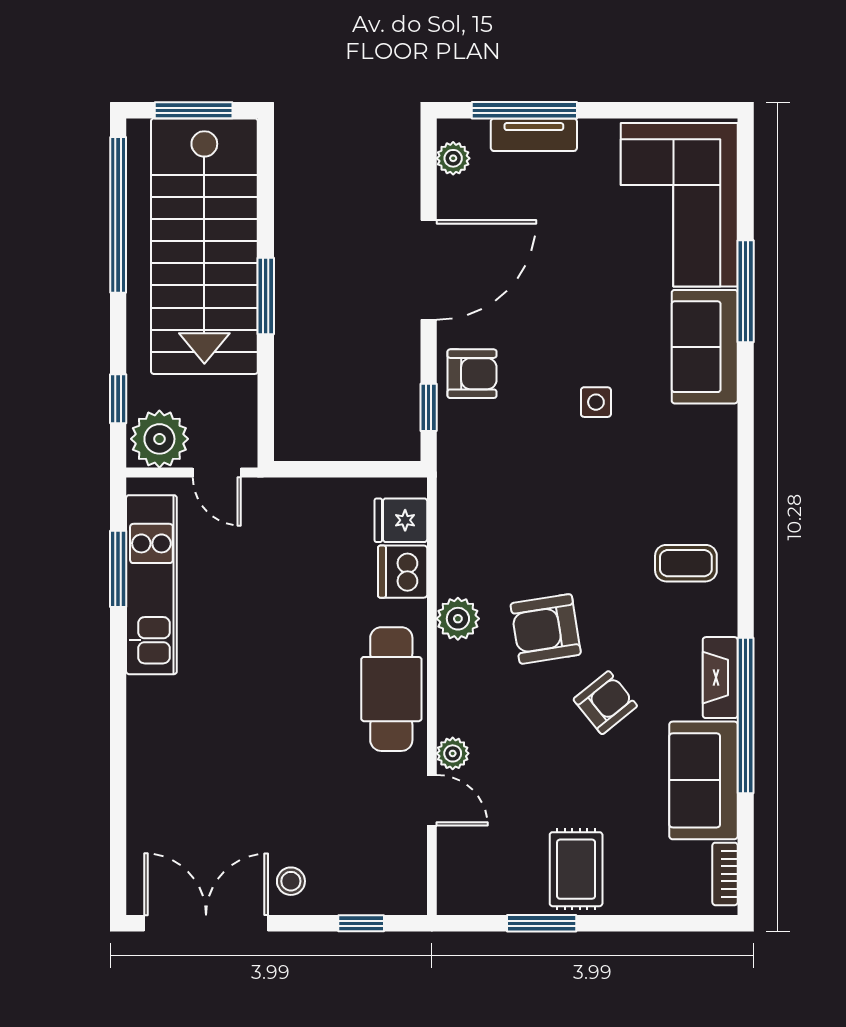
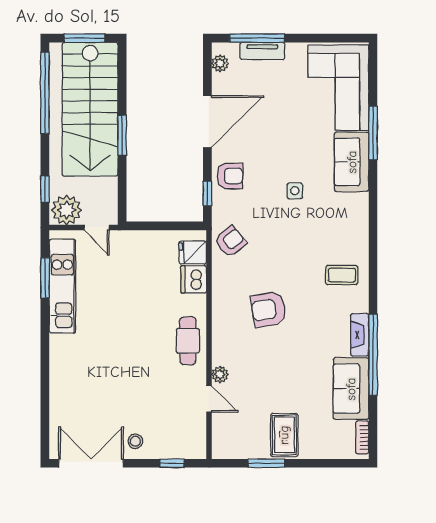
plant: (458, 619) -> (223, 304), removed
cafe table: (391, 689) -> (188, 341), width x0.73, depth x0.74
armchair: (605, 703) -> (231, 241), moved

